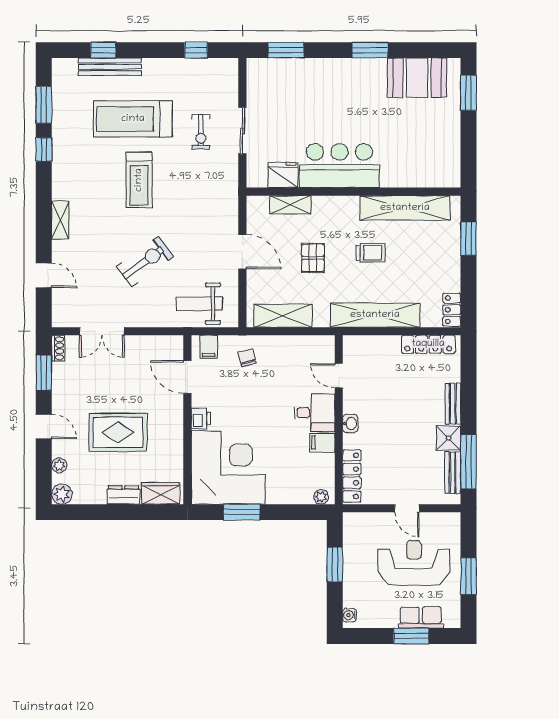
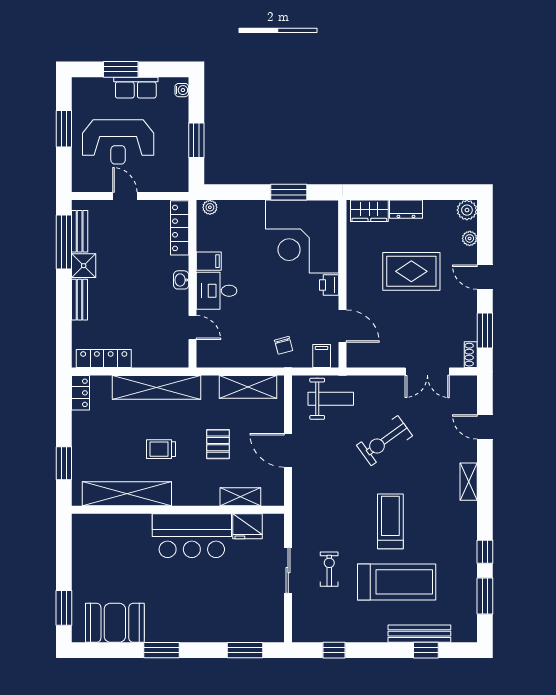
double door: (102, 331) -> (427, 371), swing flipped
row of seats: (421, 618) -> (136, 88), moved

